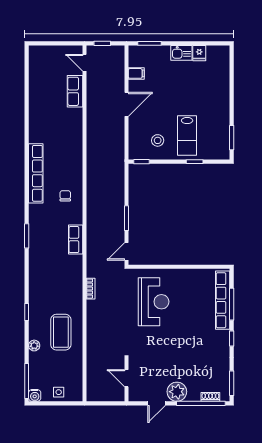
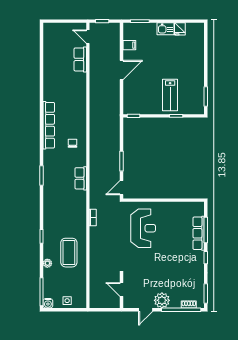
stool: (158, 140) -> (146, 99), removed
row of seats: (223, 300) -> (199, 233), width x0.73

